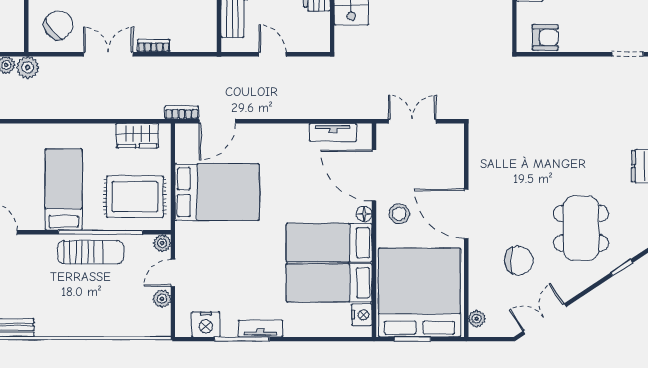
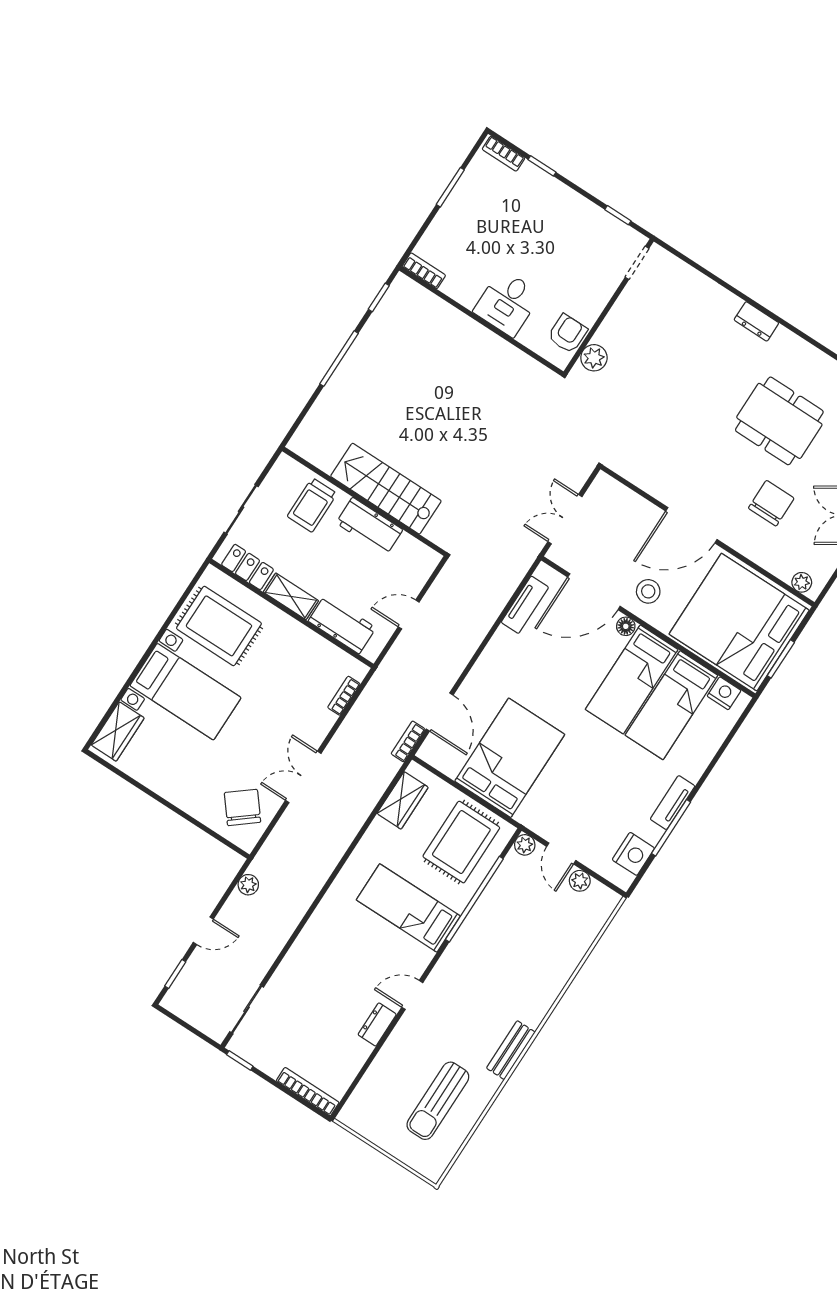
bookcase: (154, 46) -> (344, 696), moved
plant: (28, 67) -> (594, 358), moved
sun lounger: (91, 252) -> (488, 922), removed

